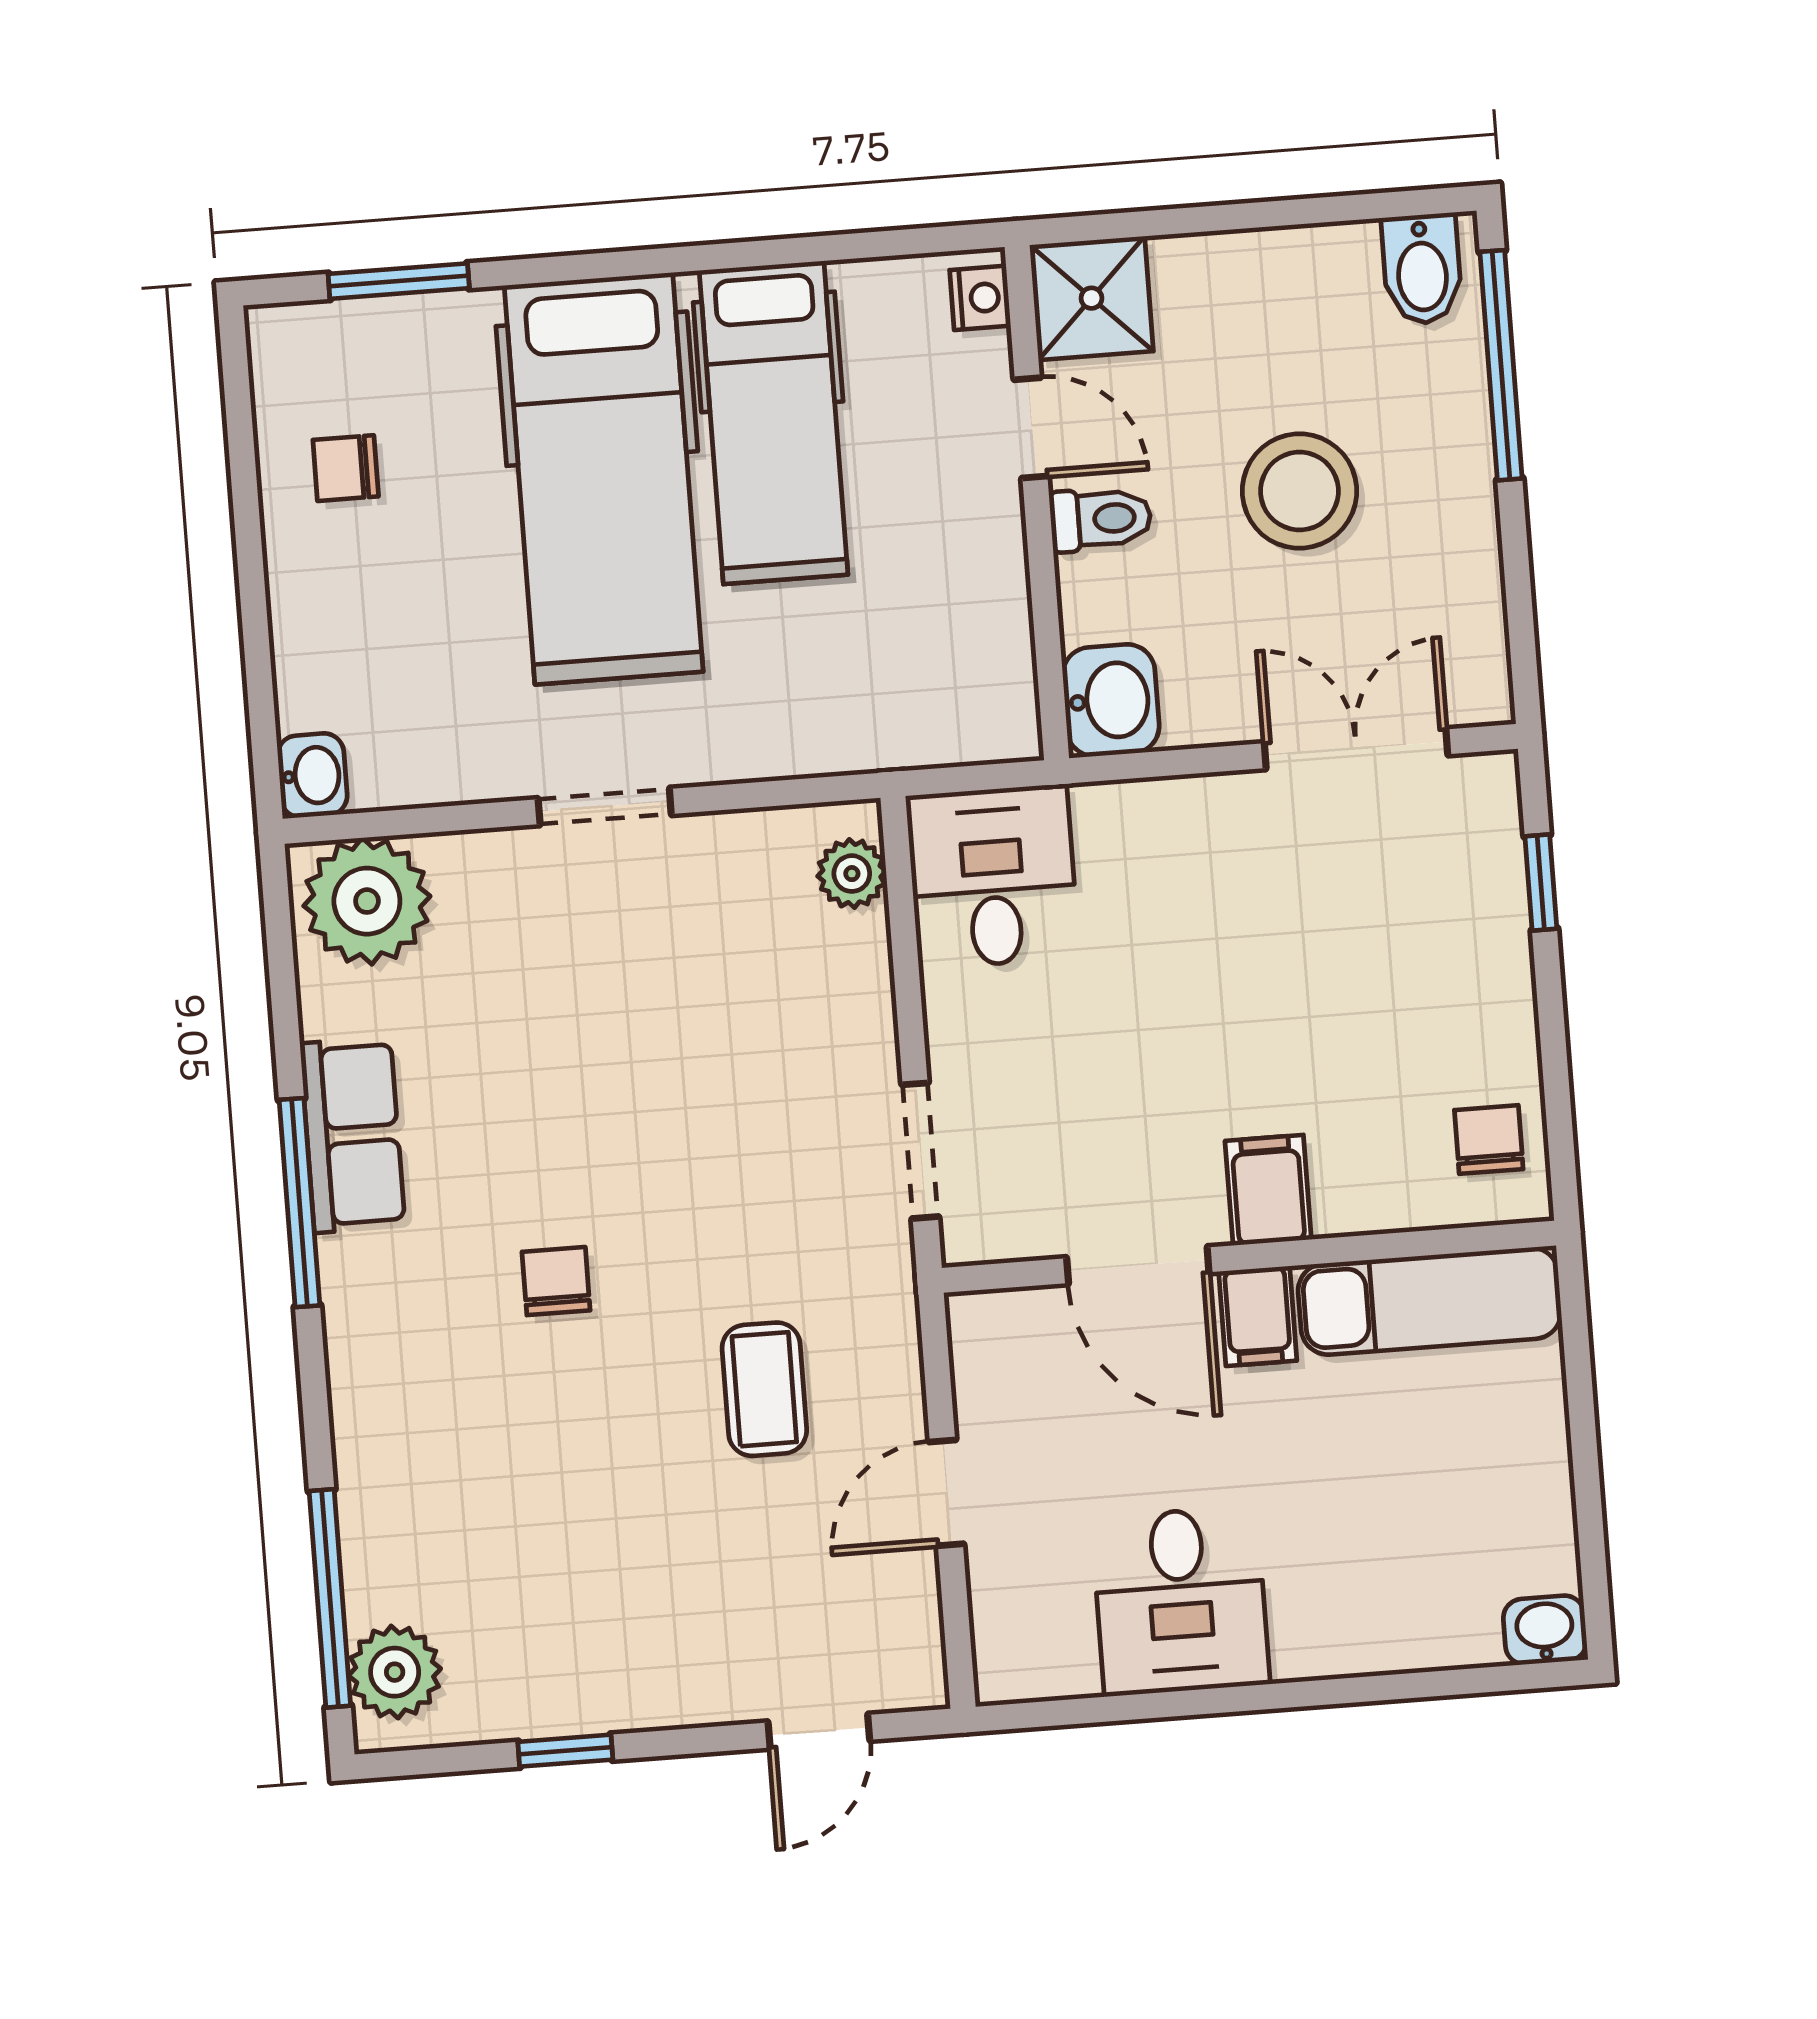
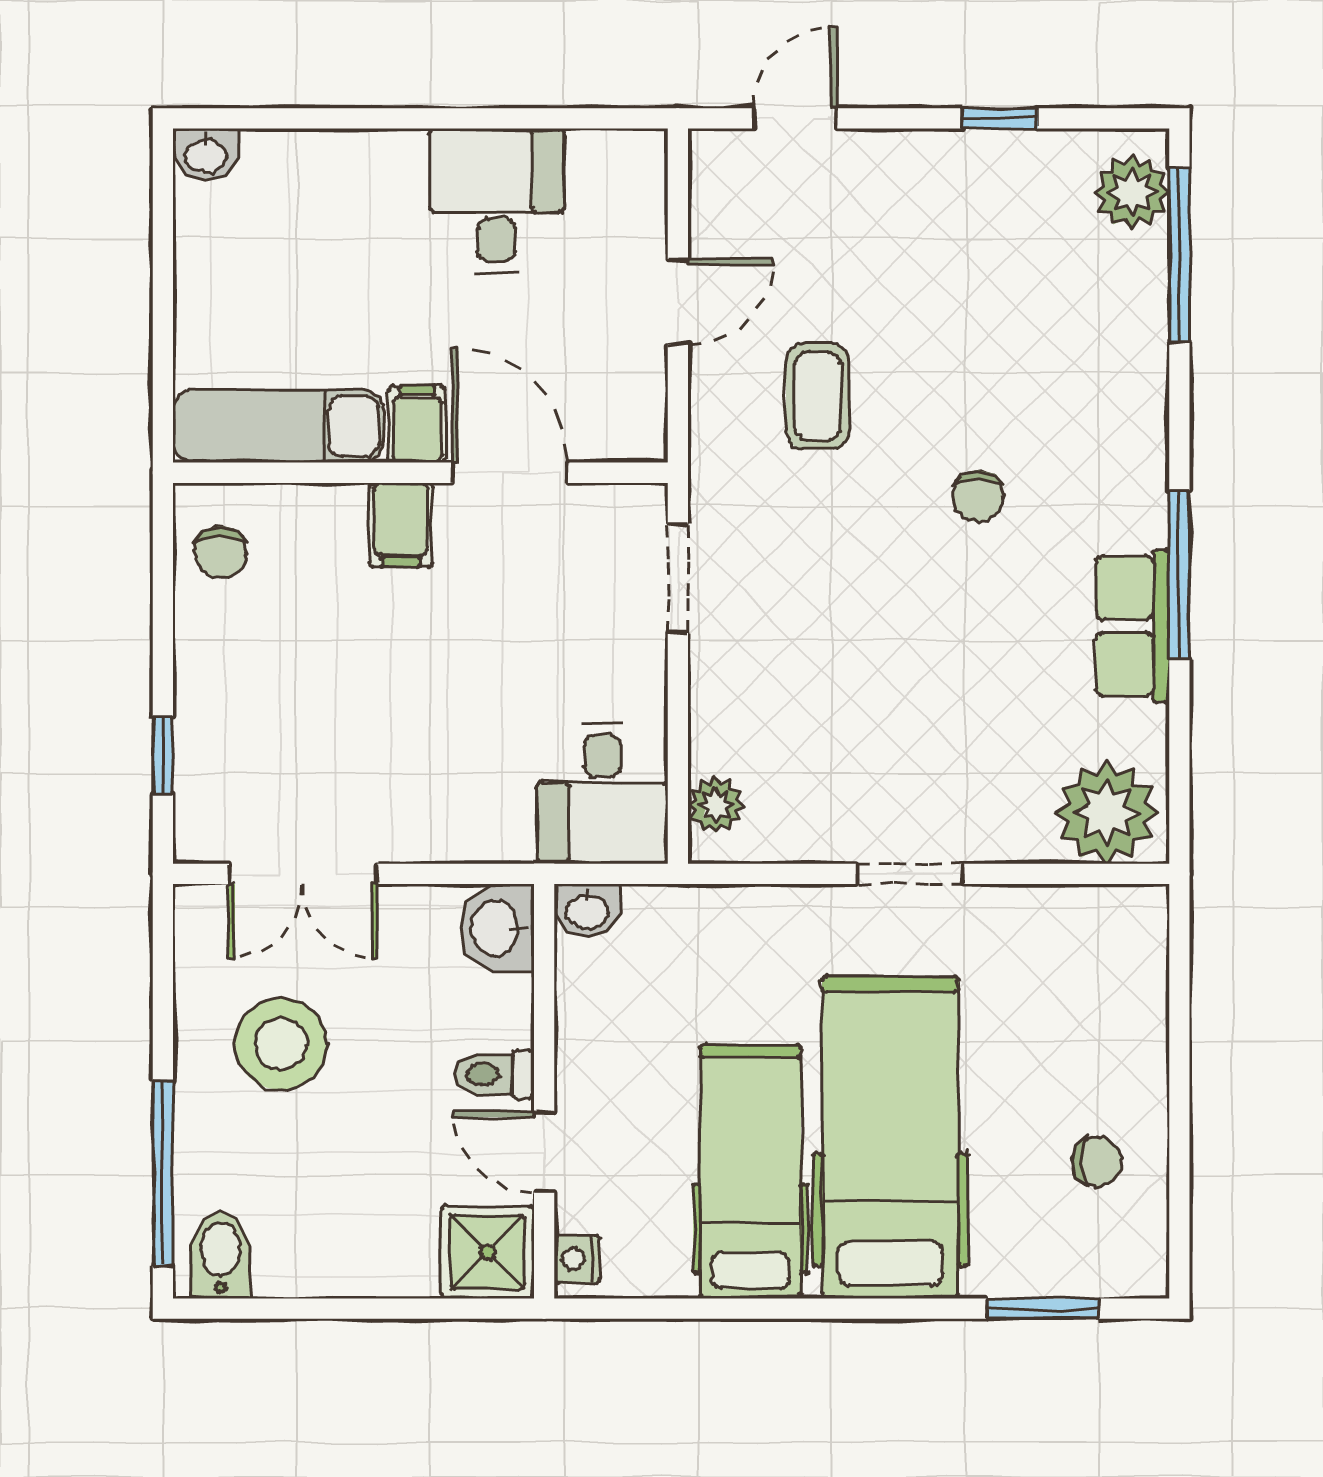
stool: (1299, 491) -> (281, 1044), moved
washbasin: (312, 775) -> (587, 911), moved, turned -90

